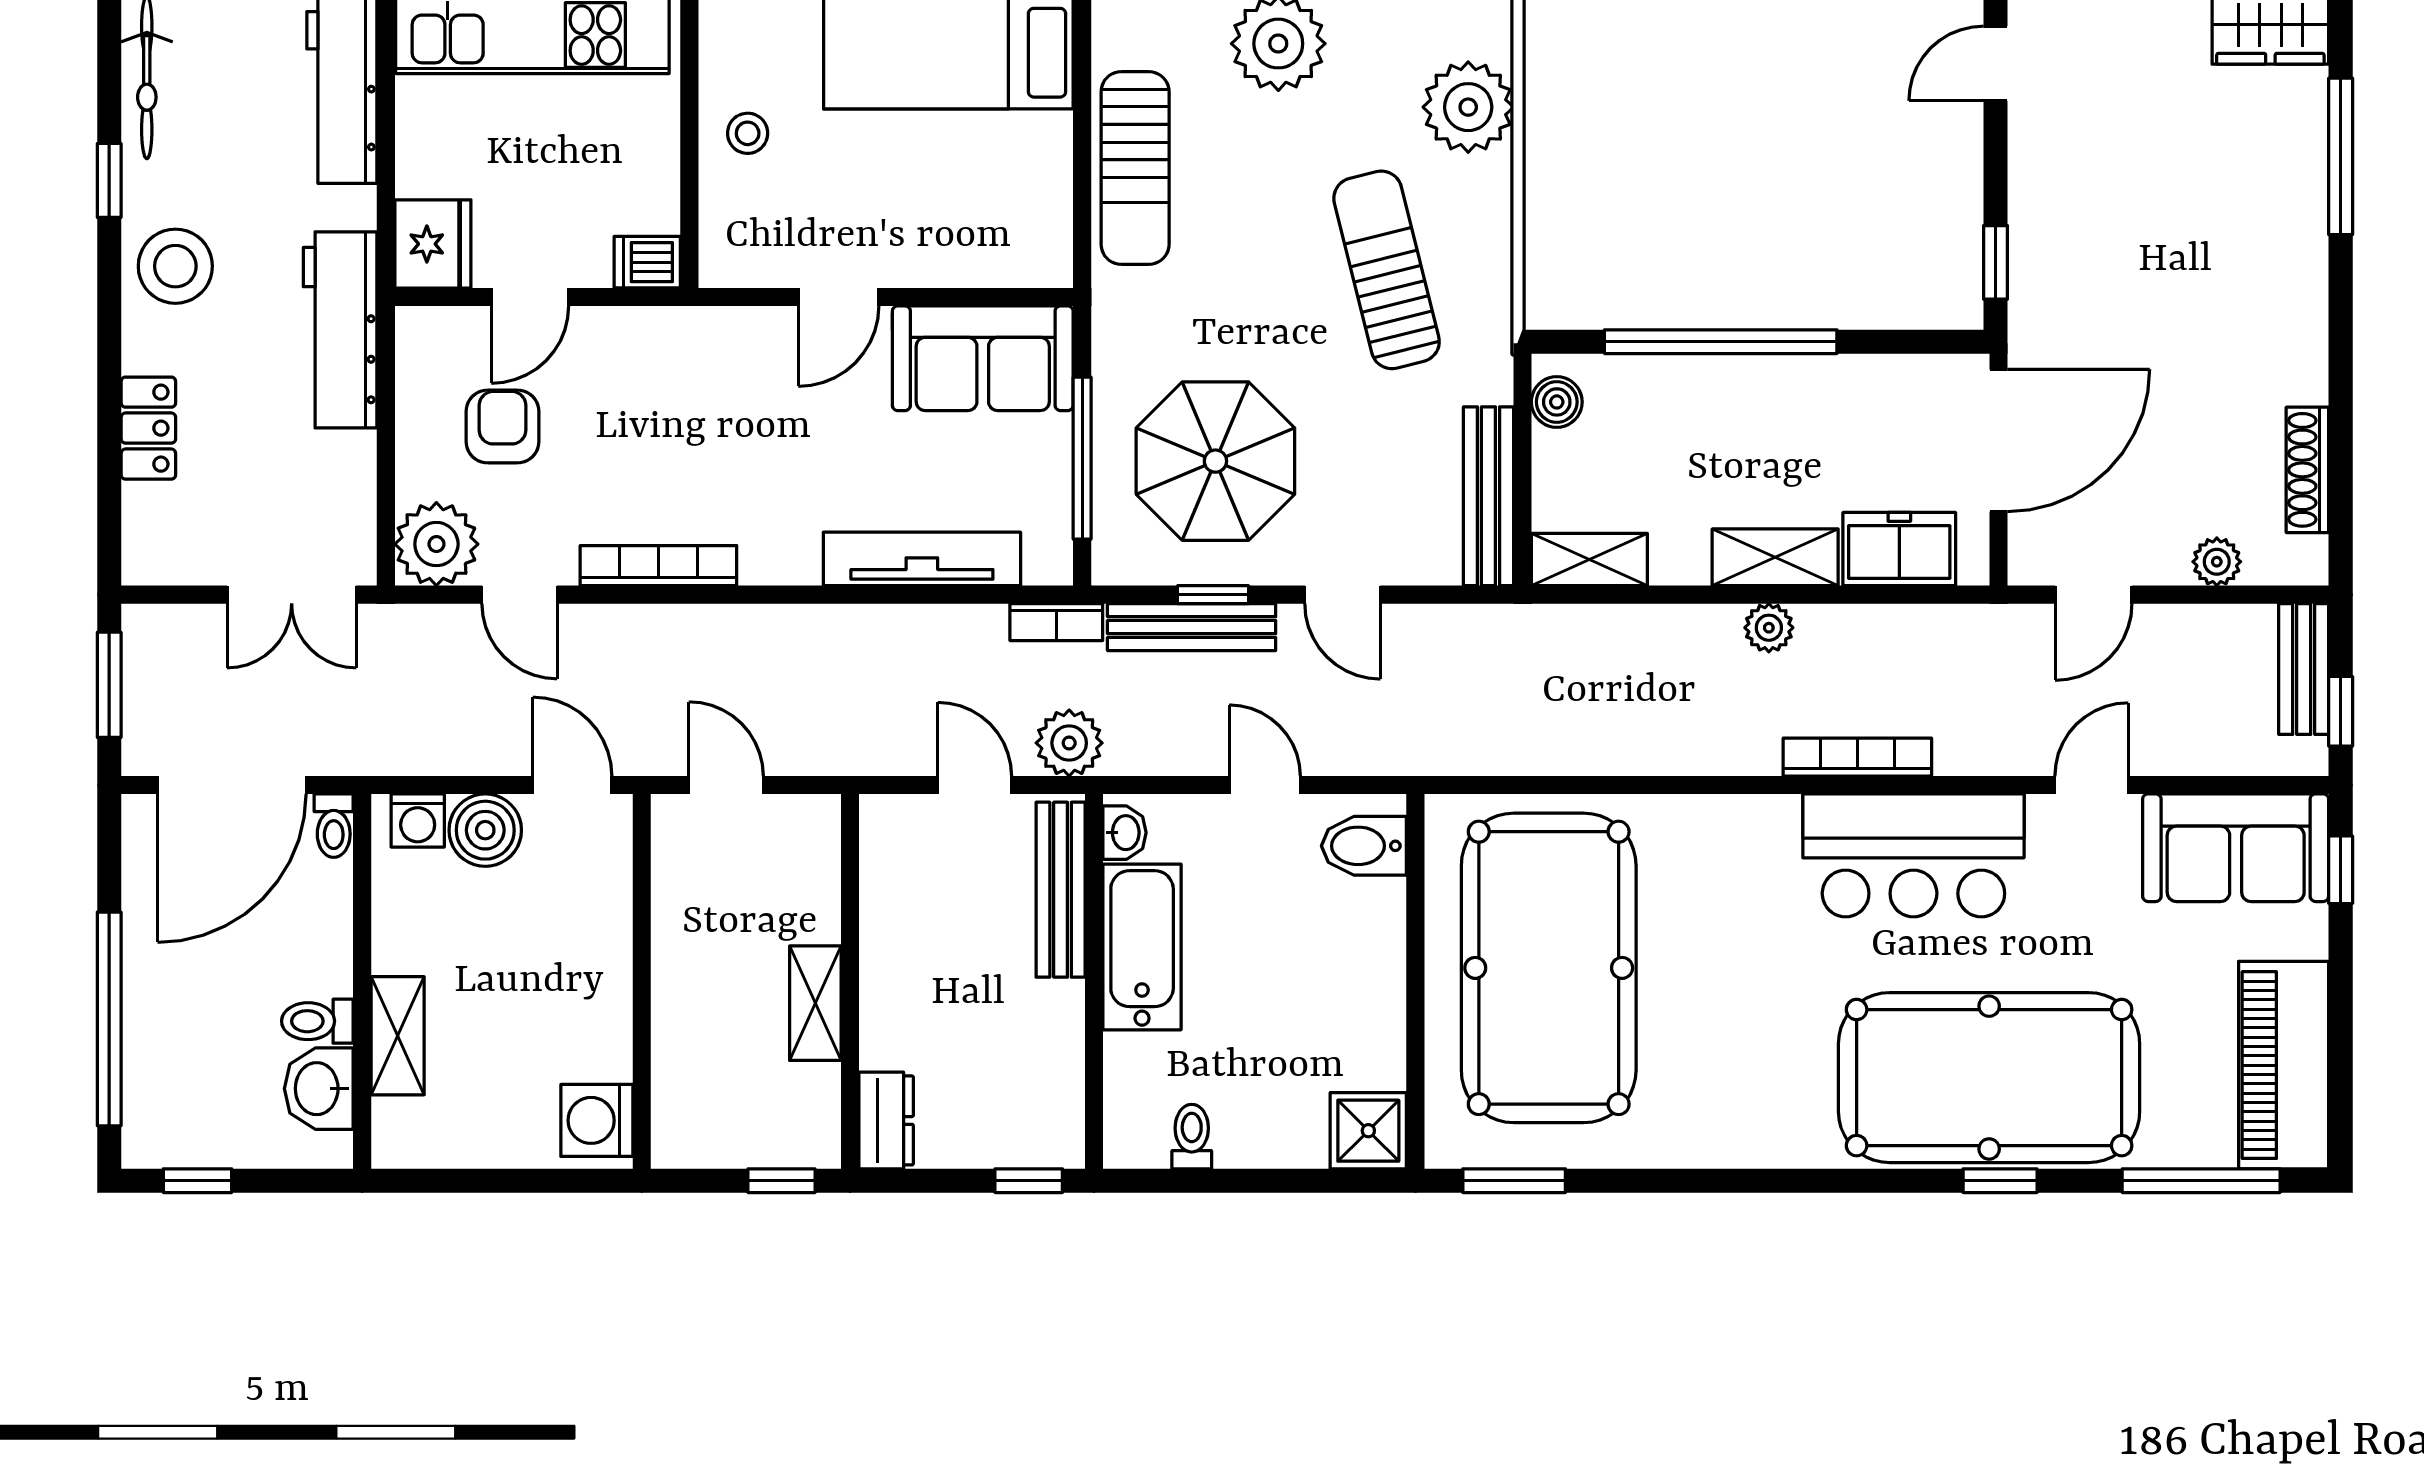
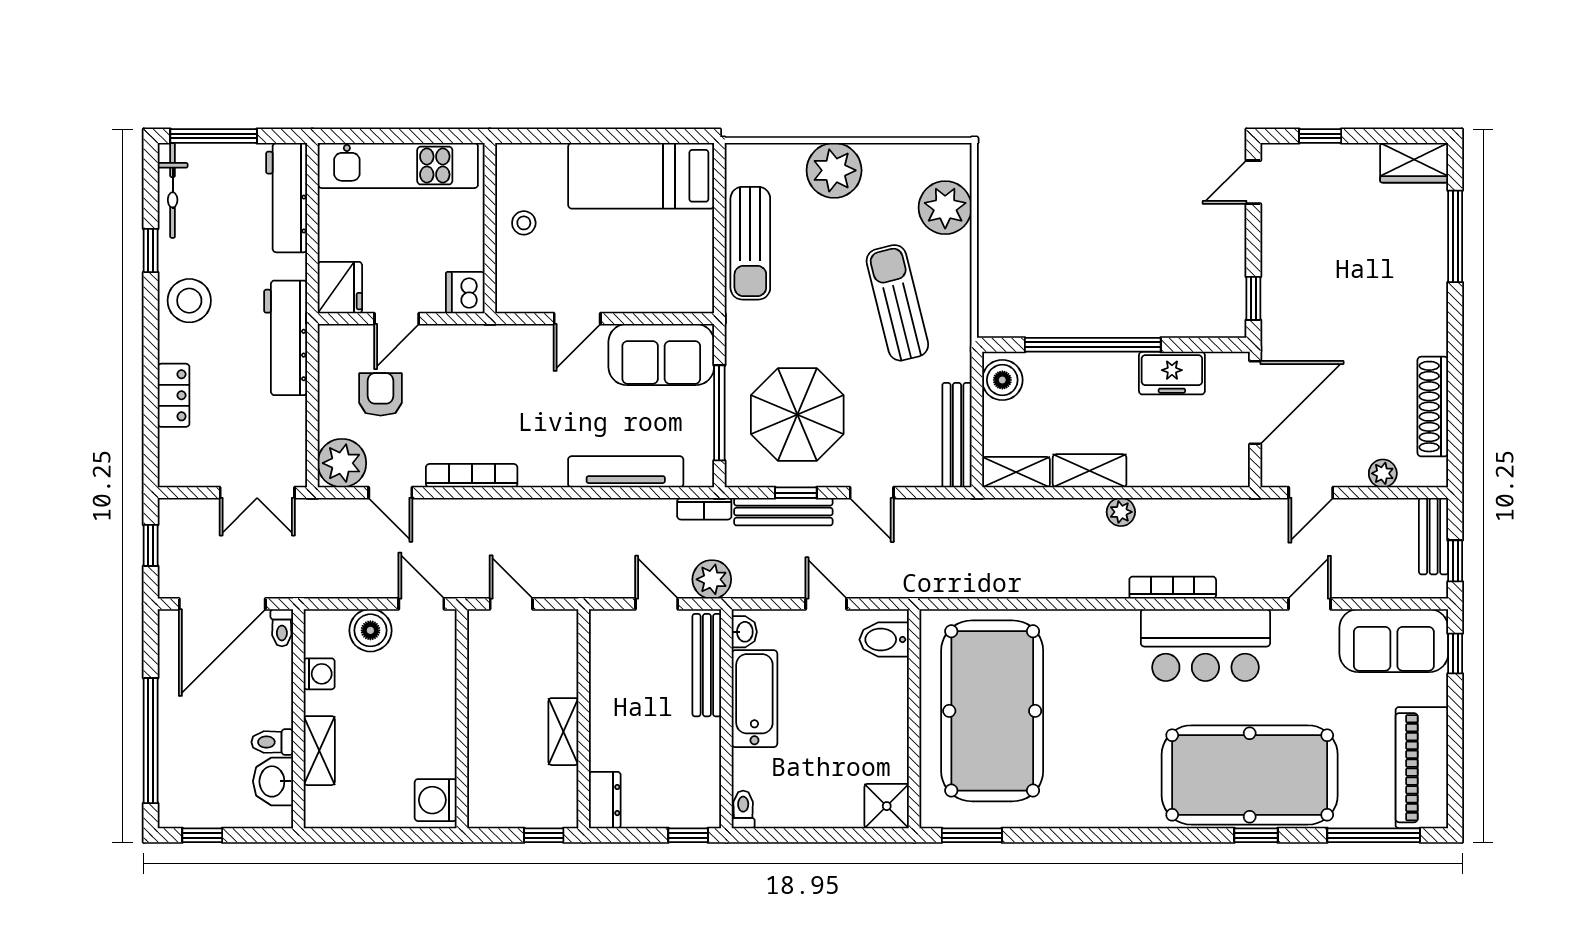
dishwasher: (647, 262) -> (465, 293), width x1.38
boiler: (1557, 402) -> (1002, 380), width x1.36, depth x1.36
shoe rack: (2307, 470) -> (1433, 407), width x1.36, depth x1.24
freezer: (1899, 549) -> (1172, 373), moved, turned 180
shelving: (1775, 557) -> (1090, 471), moved
window: (109, 685) -> (151, 545), width x0.67
washing machine: (418, 820) -> (319, 674), moved, turned -90
toilet: (1192, 1137) -> (743, 809), moved

